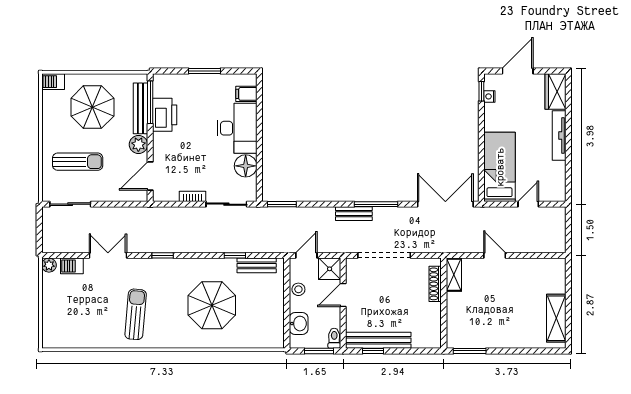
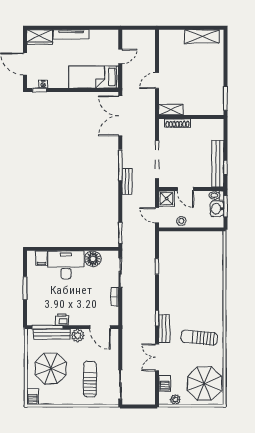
printer: (165, 115) -> (62, 320), width x0.53, depth x0.68
door: (528, 204) -> (120, 56), swing flipped
plant: (49, 265) -> (175, 400), moved
bench: (257, 265) -> (164, 329), moved
parasol: (212, 305) -> (204, 383), moved
washbasin: (299, 324) -> (217, 209), moved, turned -90

